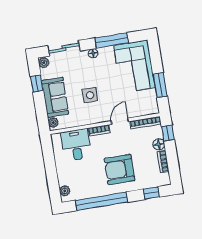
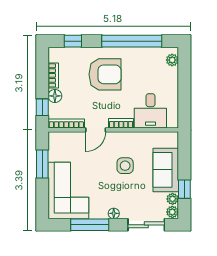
plant: (53, 123) -> (173, 199), moved

